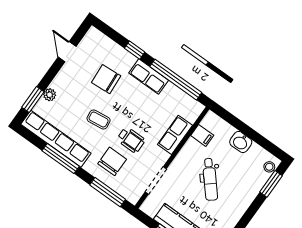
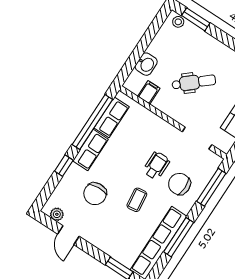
door: (67, 52) -> (68, 235), hinge flipped
plant: (50, 95) -> (57, 214), moved
row of seats: (175, 135) -> (112, 117), moved, turned -90
washbasin: (241, 142) -> (146, 64), moved

